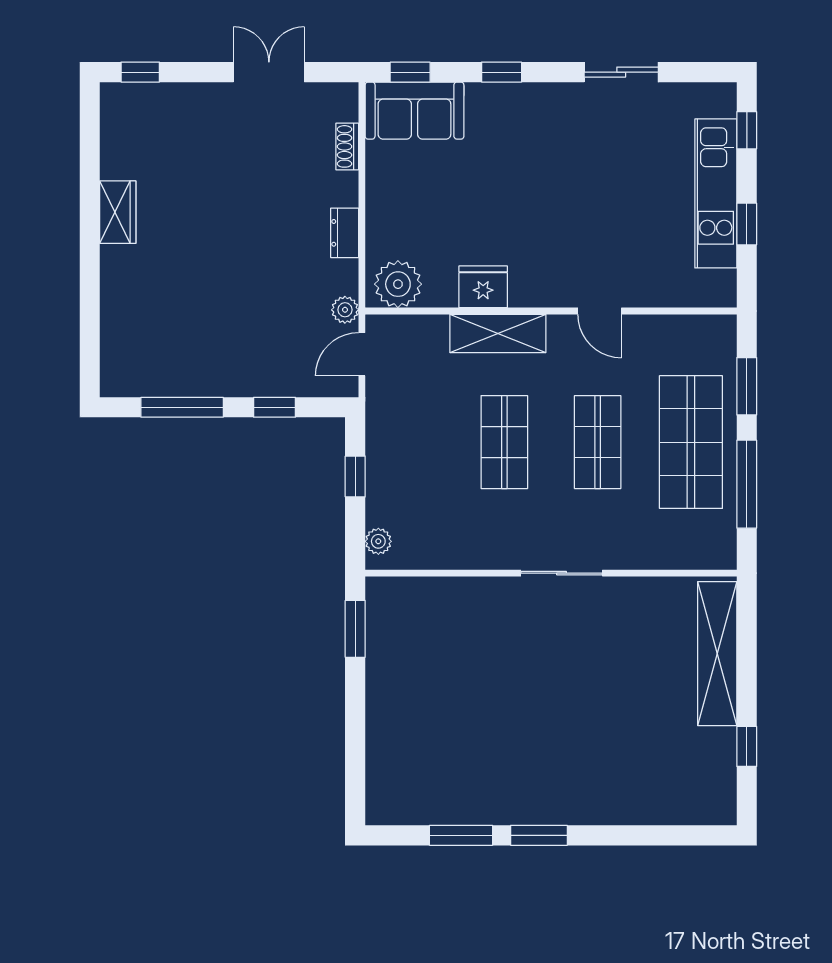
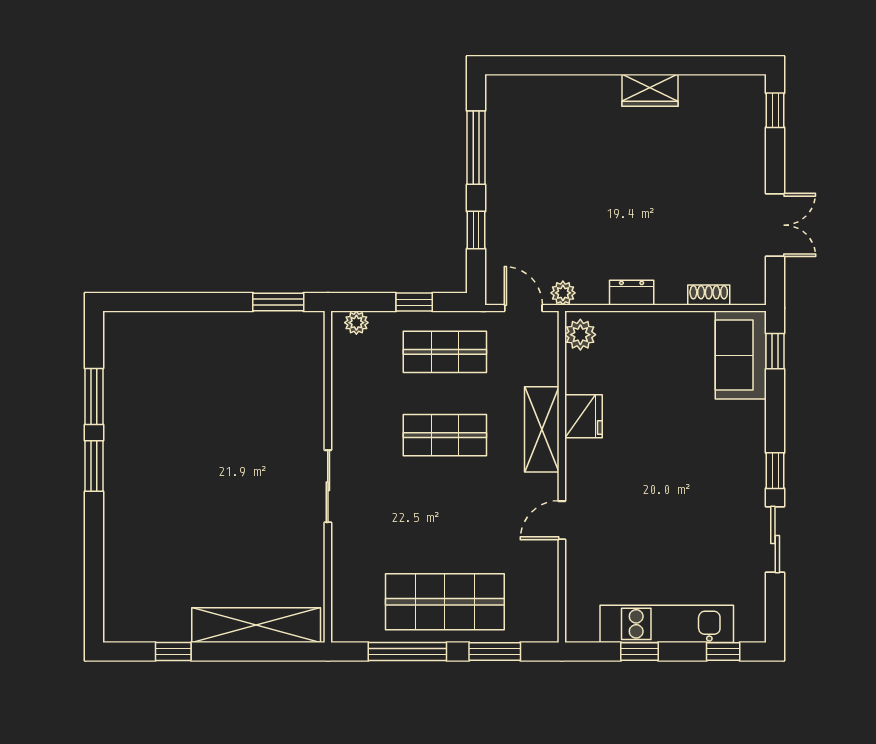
window: (502, 72) -> (775, 471), moved
plant: (398, 284) -> (580, 335), width x0.73, depth x0.73
shop shelf: (598, 442) -> (445, 352), moved

